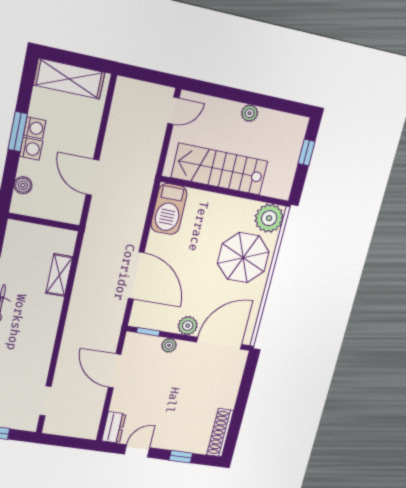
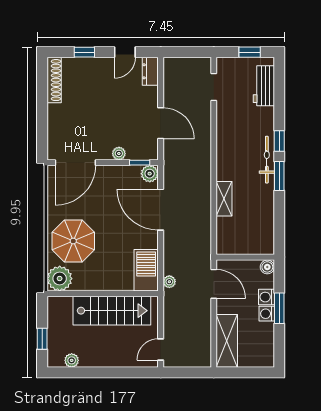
shelving: (69, 79) -> (227, 341), moved, turned 90
plant: (250, 113) -> (72, 360), moved
plant: (145, 190) -> (169, 282), added
wall: (44, 222) -> (245, 257), moved
plant: (188, 326) -> (150, 174), moved

